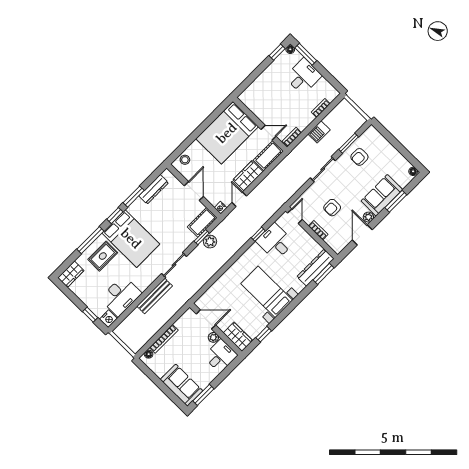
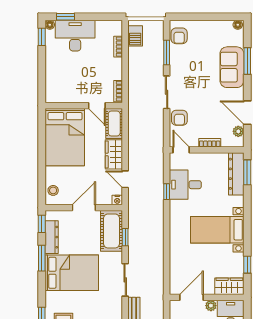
window: (306, 54) -> (66, 17), width x0.67
desk: (303, 76) -> (75, 36), width x1.37
barbecue: (319, 132) -> (135, 36), moved
door: (269, 133) -> (97, 106), swing flipped
armchair: (359, 157) -> (179, 36), moved
door: (194, 191) -> (84, 208), hinge flipped
armchair: (332, 208) -> (179, 118), moved
window: (115, 216) -> (42, 224), moved
plant: (368, 217) -> (238, 131), moved
cot: (202, 222) -> (111, 231), width x1.37, depth x1.34
bed: (131, 239) -> (72, 273), moved
plant: (210, 242) -> (135, 234), removed

